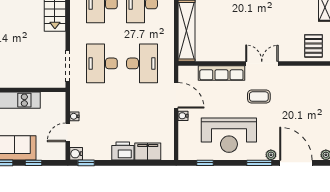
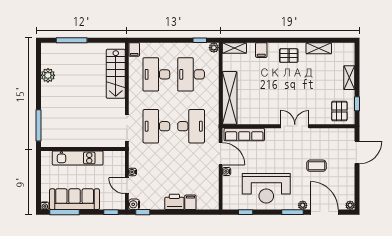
row of seats: (221, 73) -> (244, 134), moved
coffee table: (259, 97) -> (316, 166), moved
door: (68, 132) -> (127, 186), hinge flipped
filing cabinet: (148, 151) -> (190, 202), width x0.50
window: (34, 163) -> (111, 212), moved

